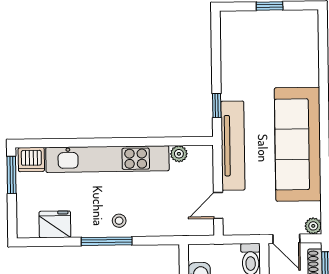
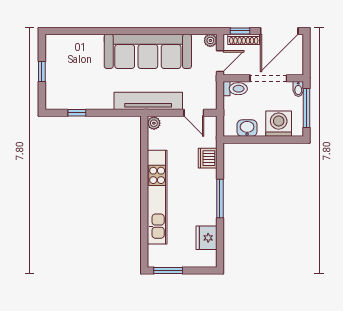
window: (217, 106) -> (77, 113), moved
plant: (179, 154) -> (154, 123), moved
dishwasher: (31, 160) -> (208, 158), moved, turned 180
stool: (119, 221) -> (204, 189), removed

